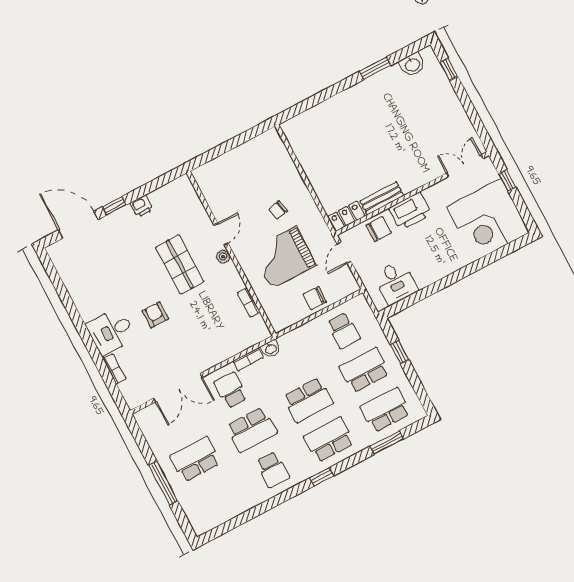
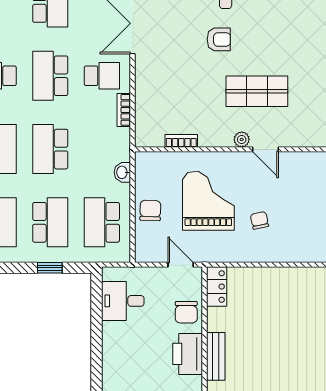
bench: (382, 198) -> (216, 356), moved
school desk: (344, 331) -> (102, 222), width x1.85
washbasin: (271, 349) -> (122, 172), moved

